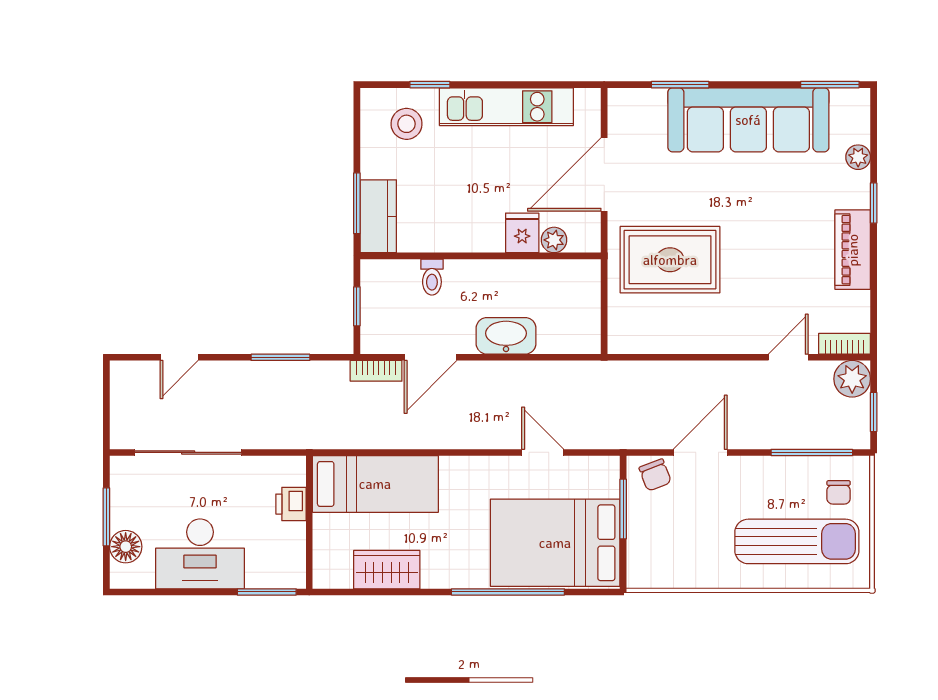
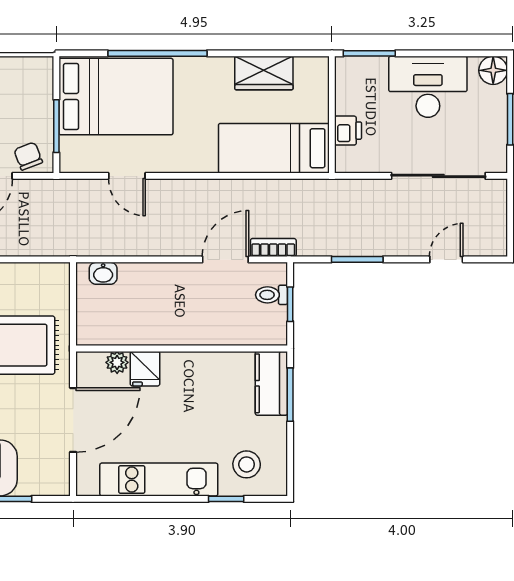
toilet: (432, 277) -> (272, 295), moved, turned -90
washbasin: (506, 336) -> (103, 273), moved, width x0.52, depth x0.69
floor lamp: (126, 547) -> (493, 70), moved

